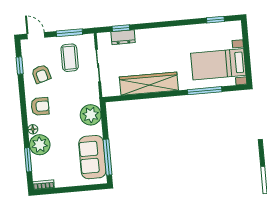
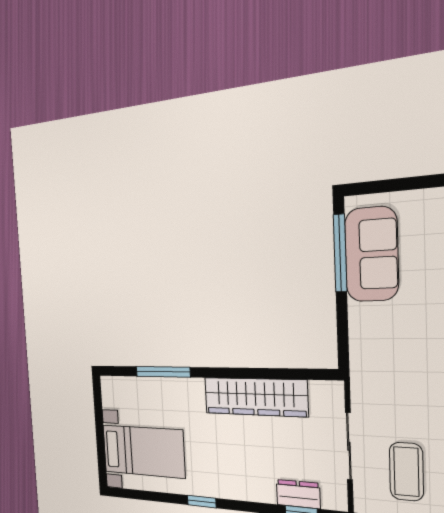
window: (215, 20) -> (202, 502), moved
bed with nightstands: (218, 64) -> (143, 451), moved
plant: (91, 115) -> (370, 346), removed

